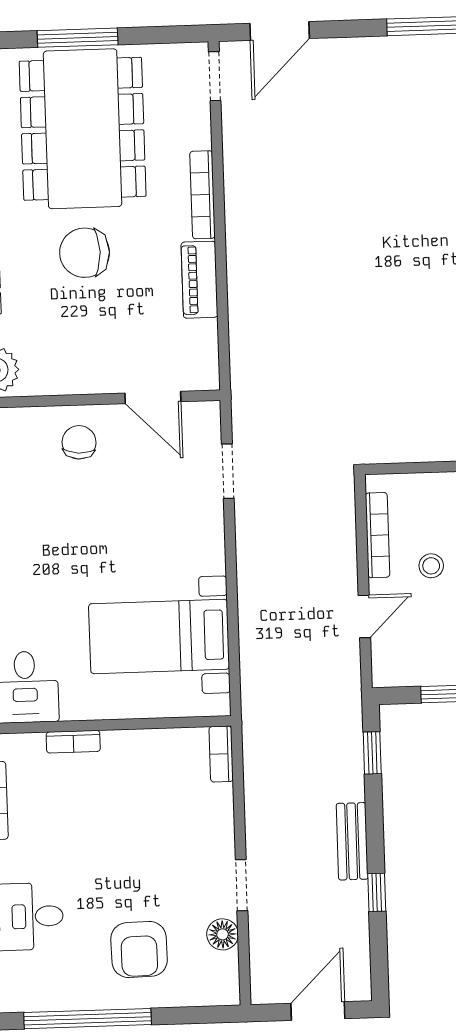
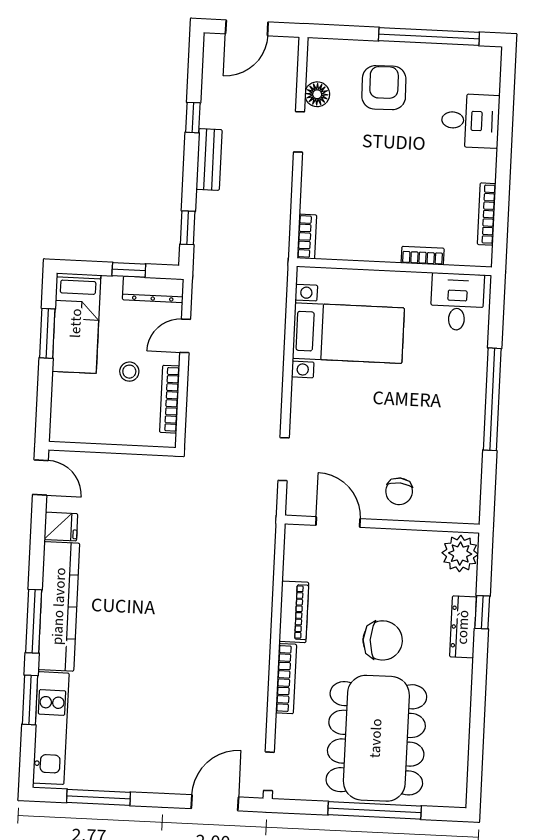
window: (78, 38) -> (375, 810), width x1.46
dresser: (409, 672) -> (153, 289), added

